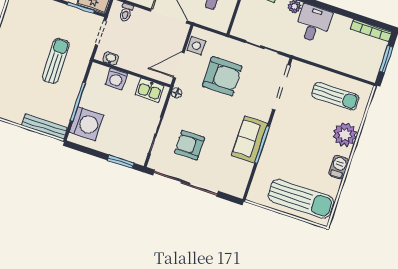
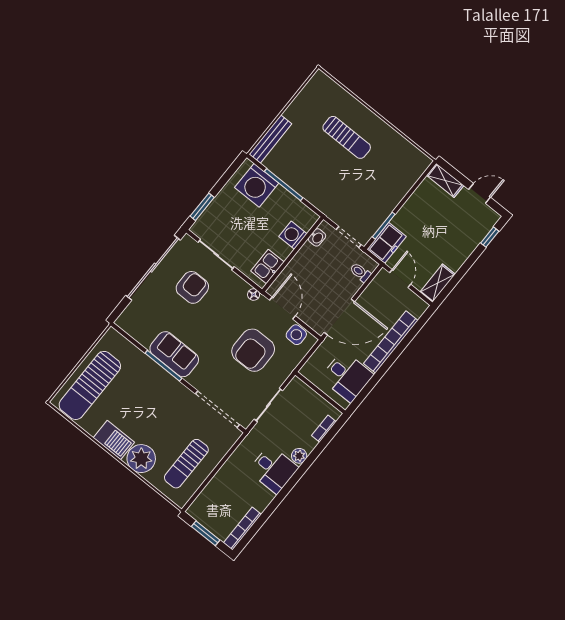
sun lounger: (56, 61) -> (347, 137), moved
barbecue: (339, 167) -> (114, 440), width x1.38, depth x1.27

